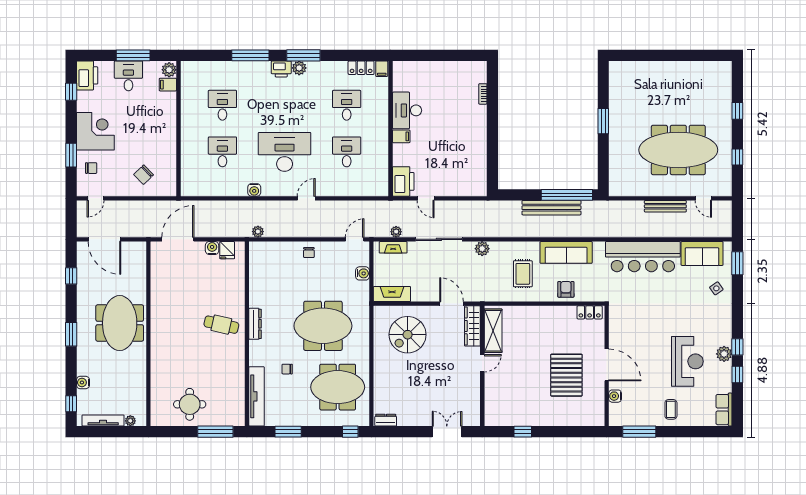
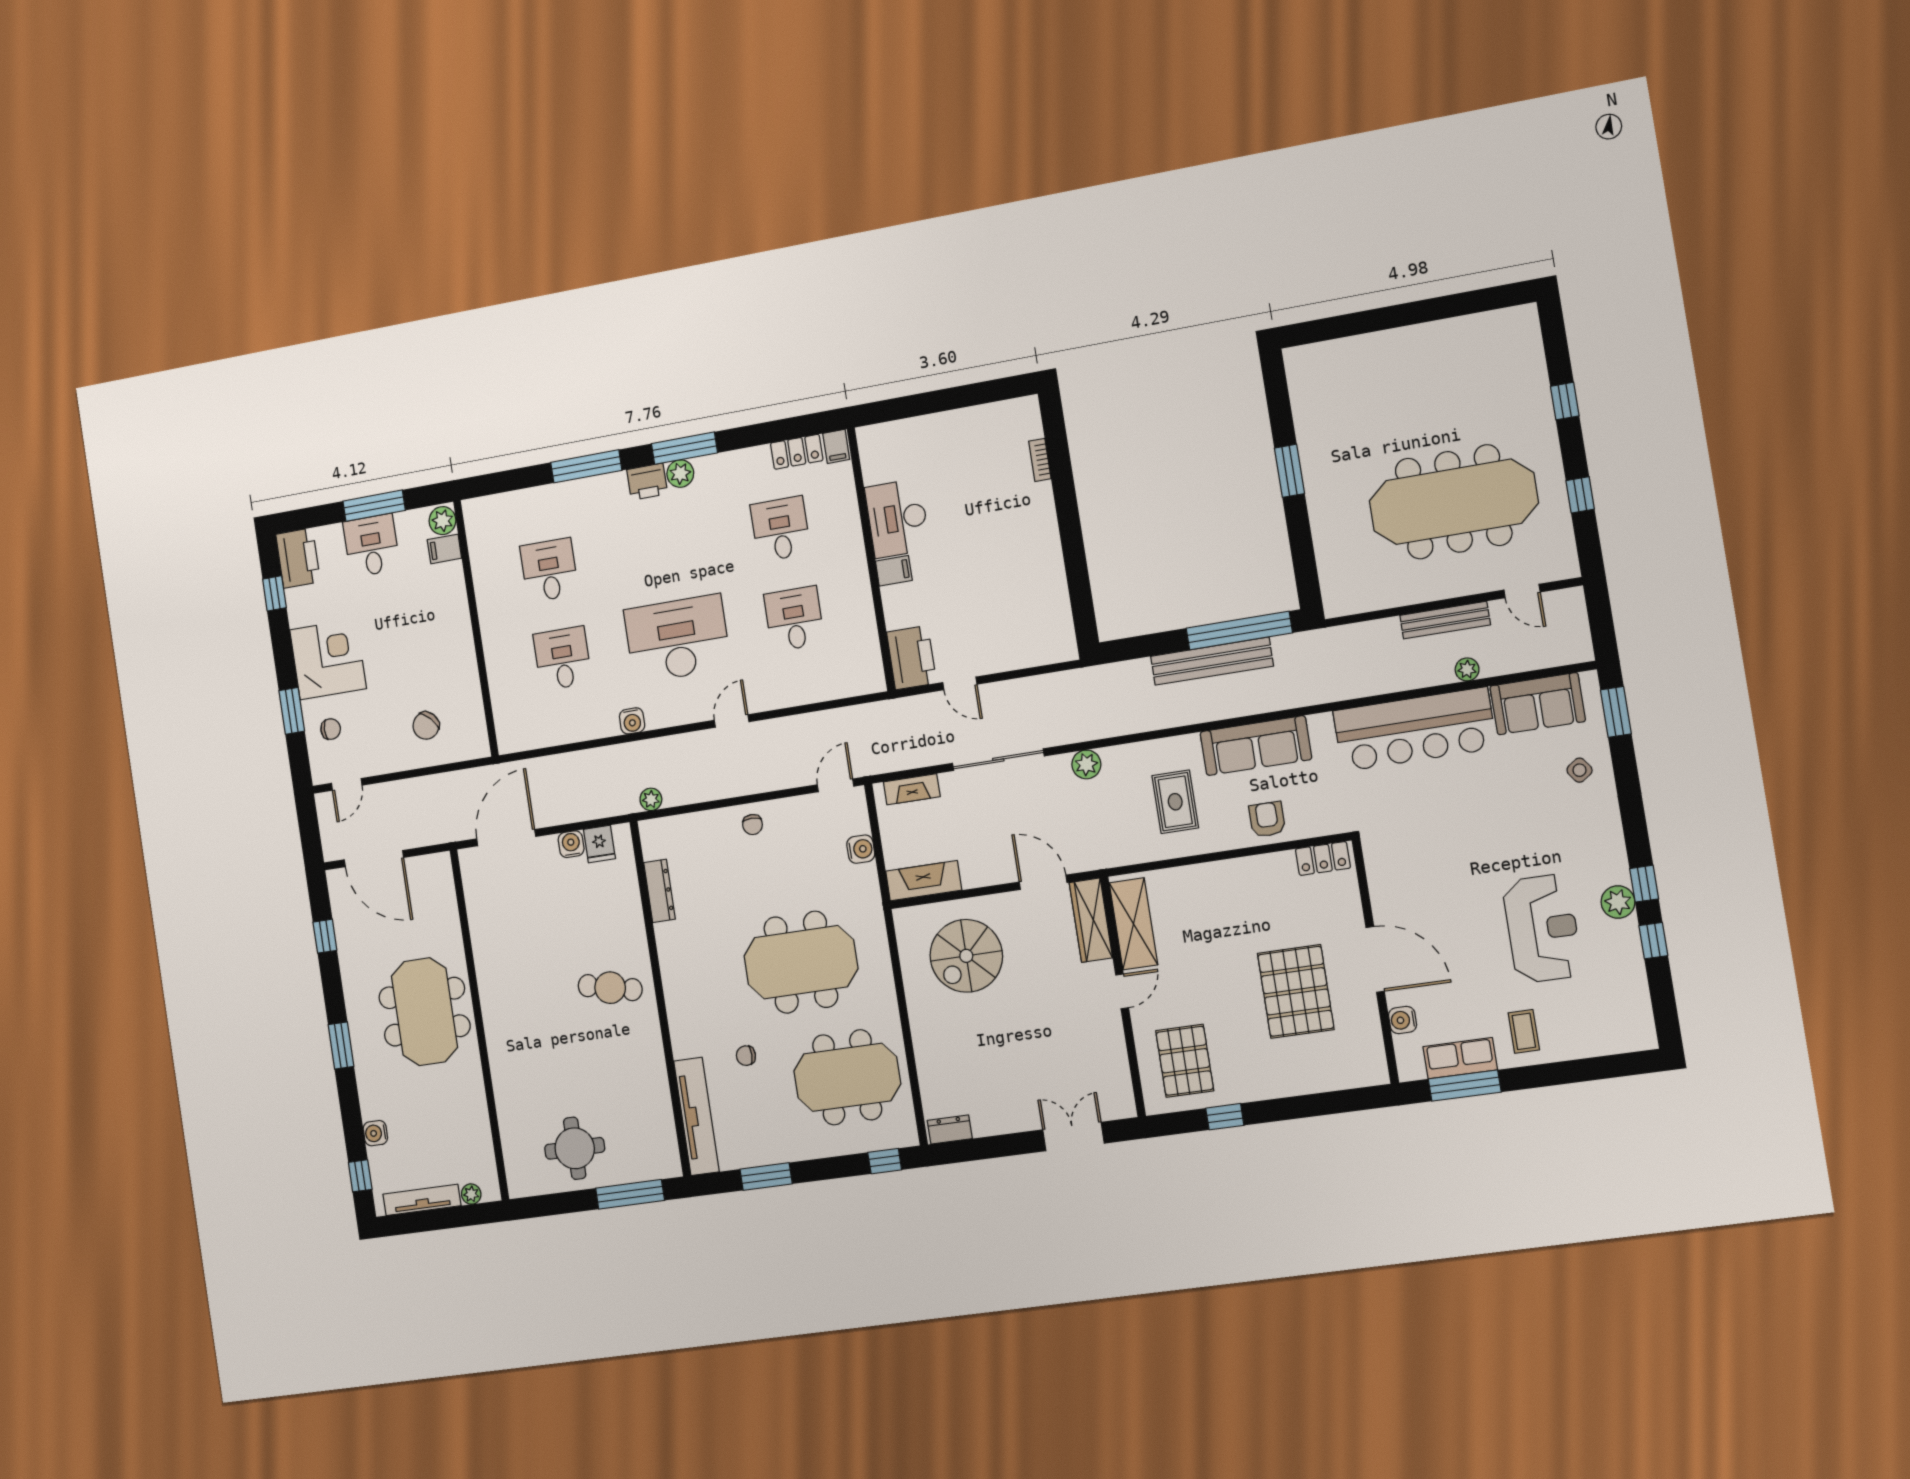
plant: (396, 232) -> (1467, 669), moved
dresser: (255, 324) -> (659, 891), moved
pallet: (507, 402) -> (1185, 1061), added
row of seats: (724, 410) -> (1460, 1058), moved, turned 90

